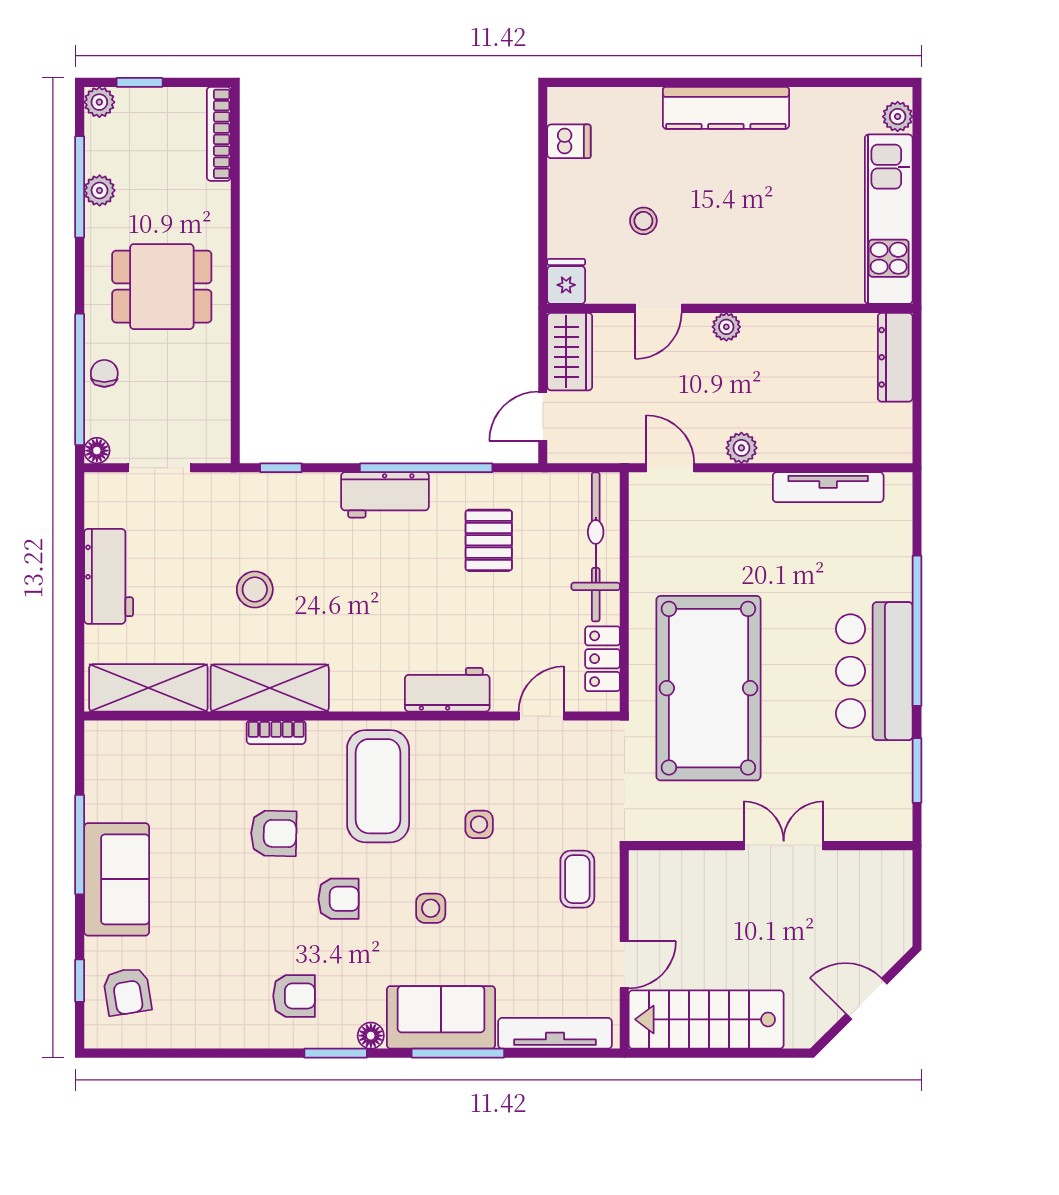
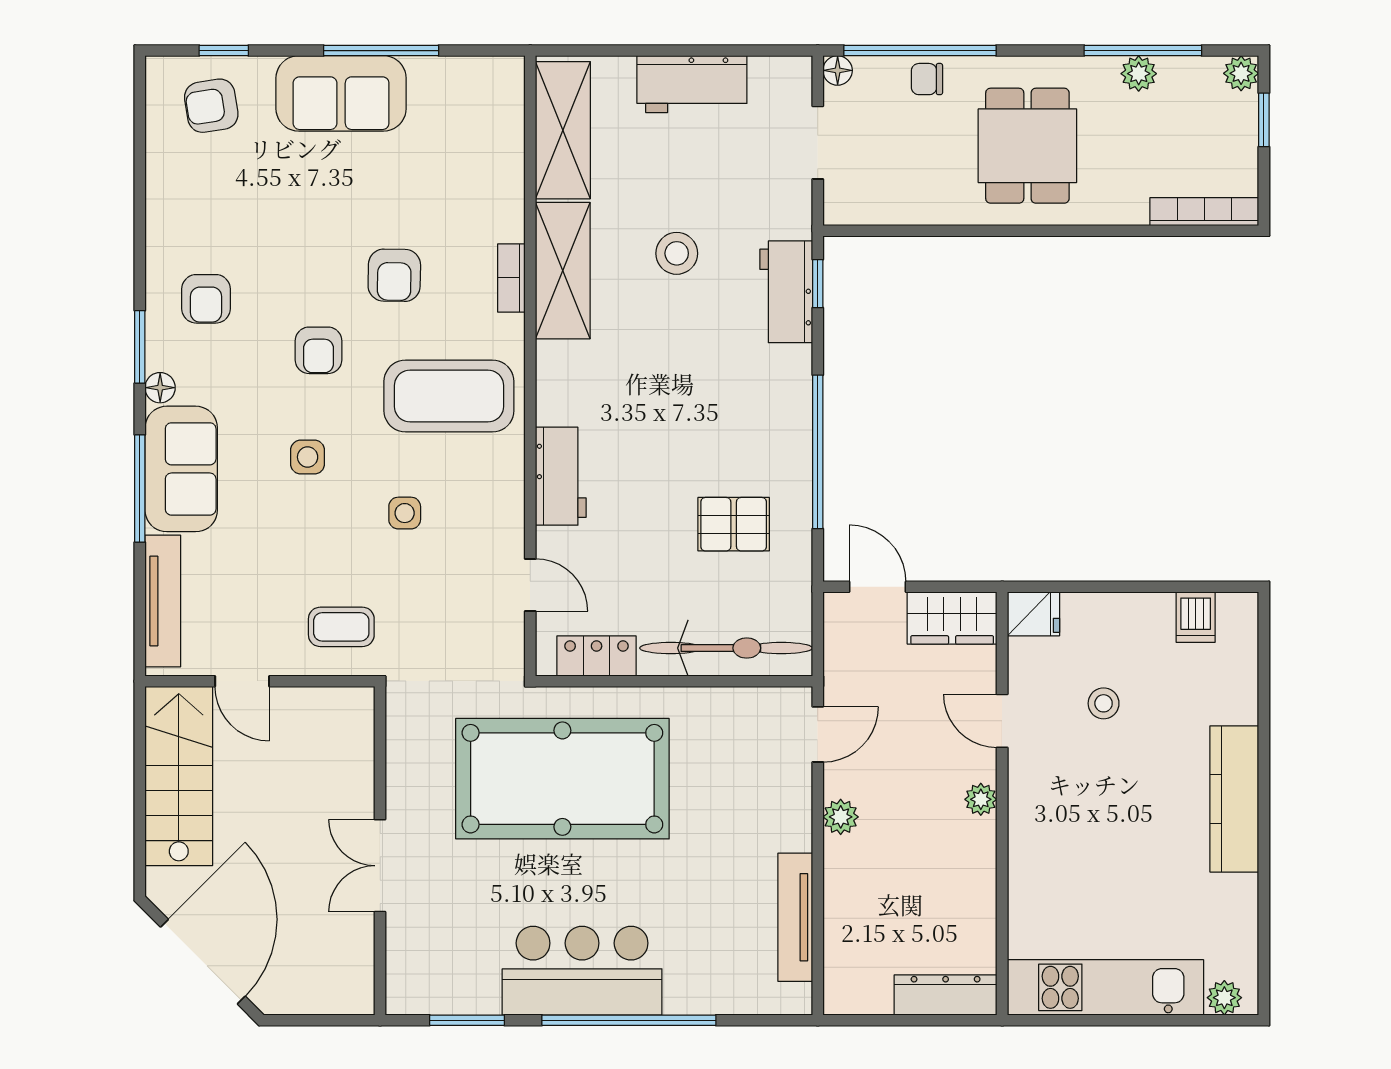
chair: (104, 373) -> (927, 79), turned 180
workbench: (385, 495) -> (786, 292), moved
double door: (784, 846) -> (380, 866), swing flipped
door: (866, 999) -> (203, 962), width x1.88

